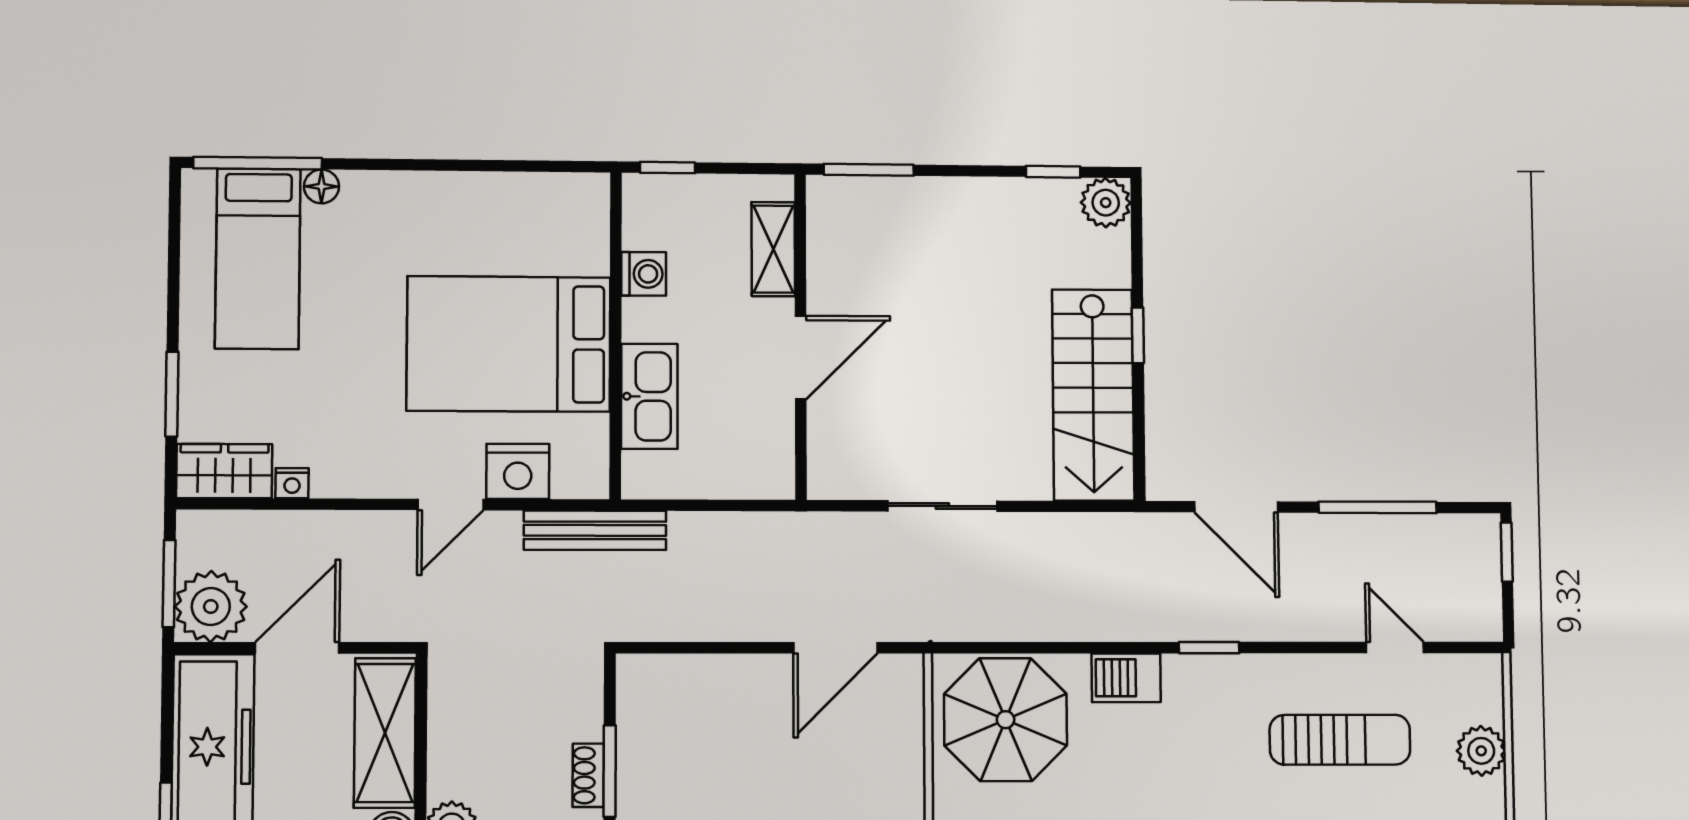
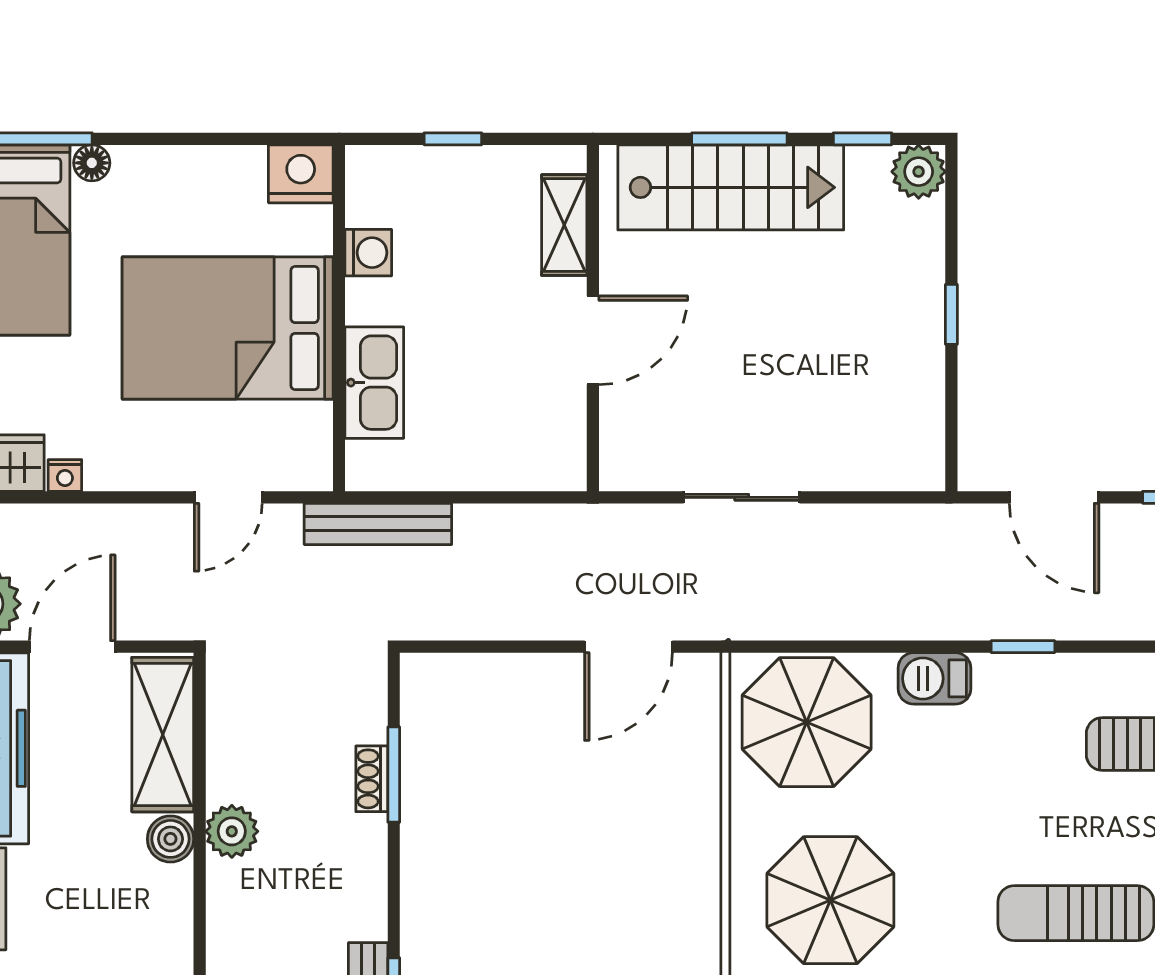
window: (869, 170) -> (739, 139), moved
washing machine: (644, 274) -> (368, 253), moved
wall: (616, 335) -> (339, 318), moved
bed: (509, 344) -> (228, 328), moved
stairs: (1093, 395) -> (731, 187), moved, turned -90
kitchen sink: (649, 396) -> (374, 383), moved
nightstand: (518, 471) -> (301, 174), moved, turned 180

